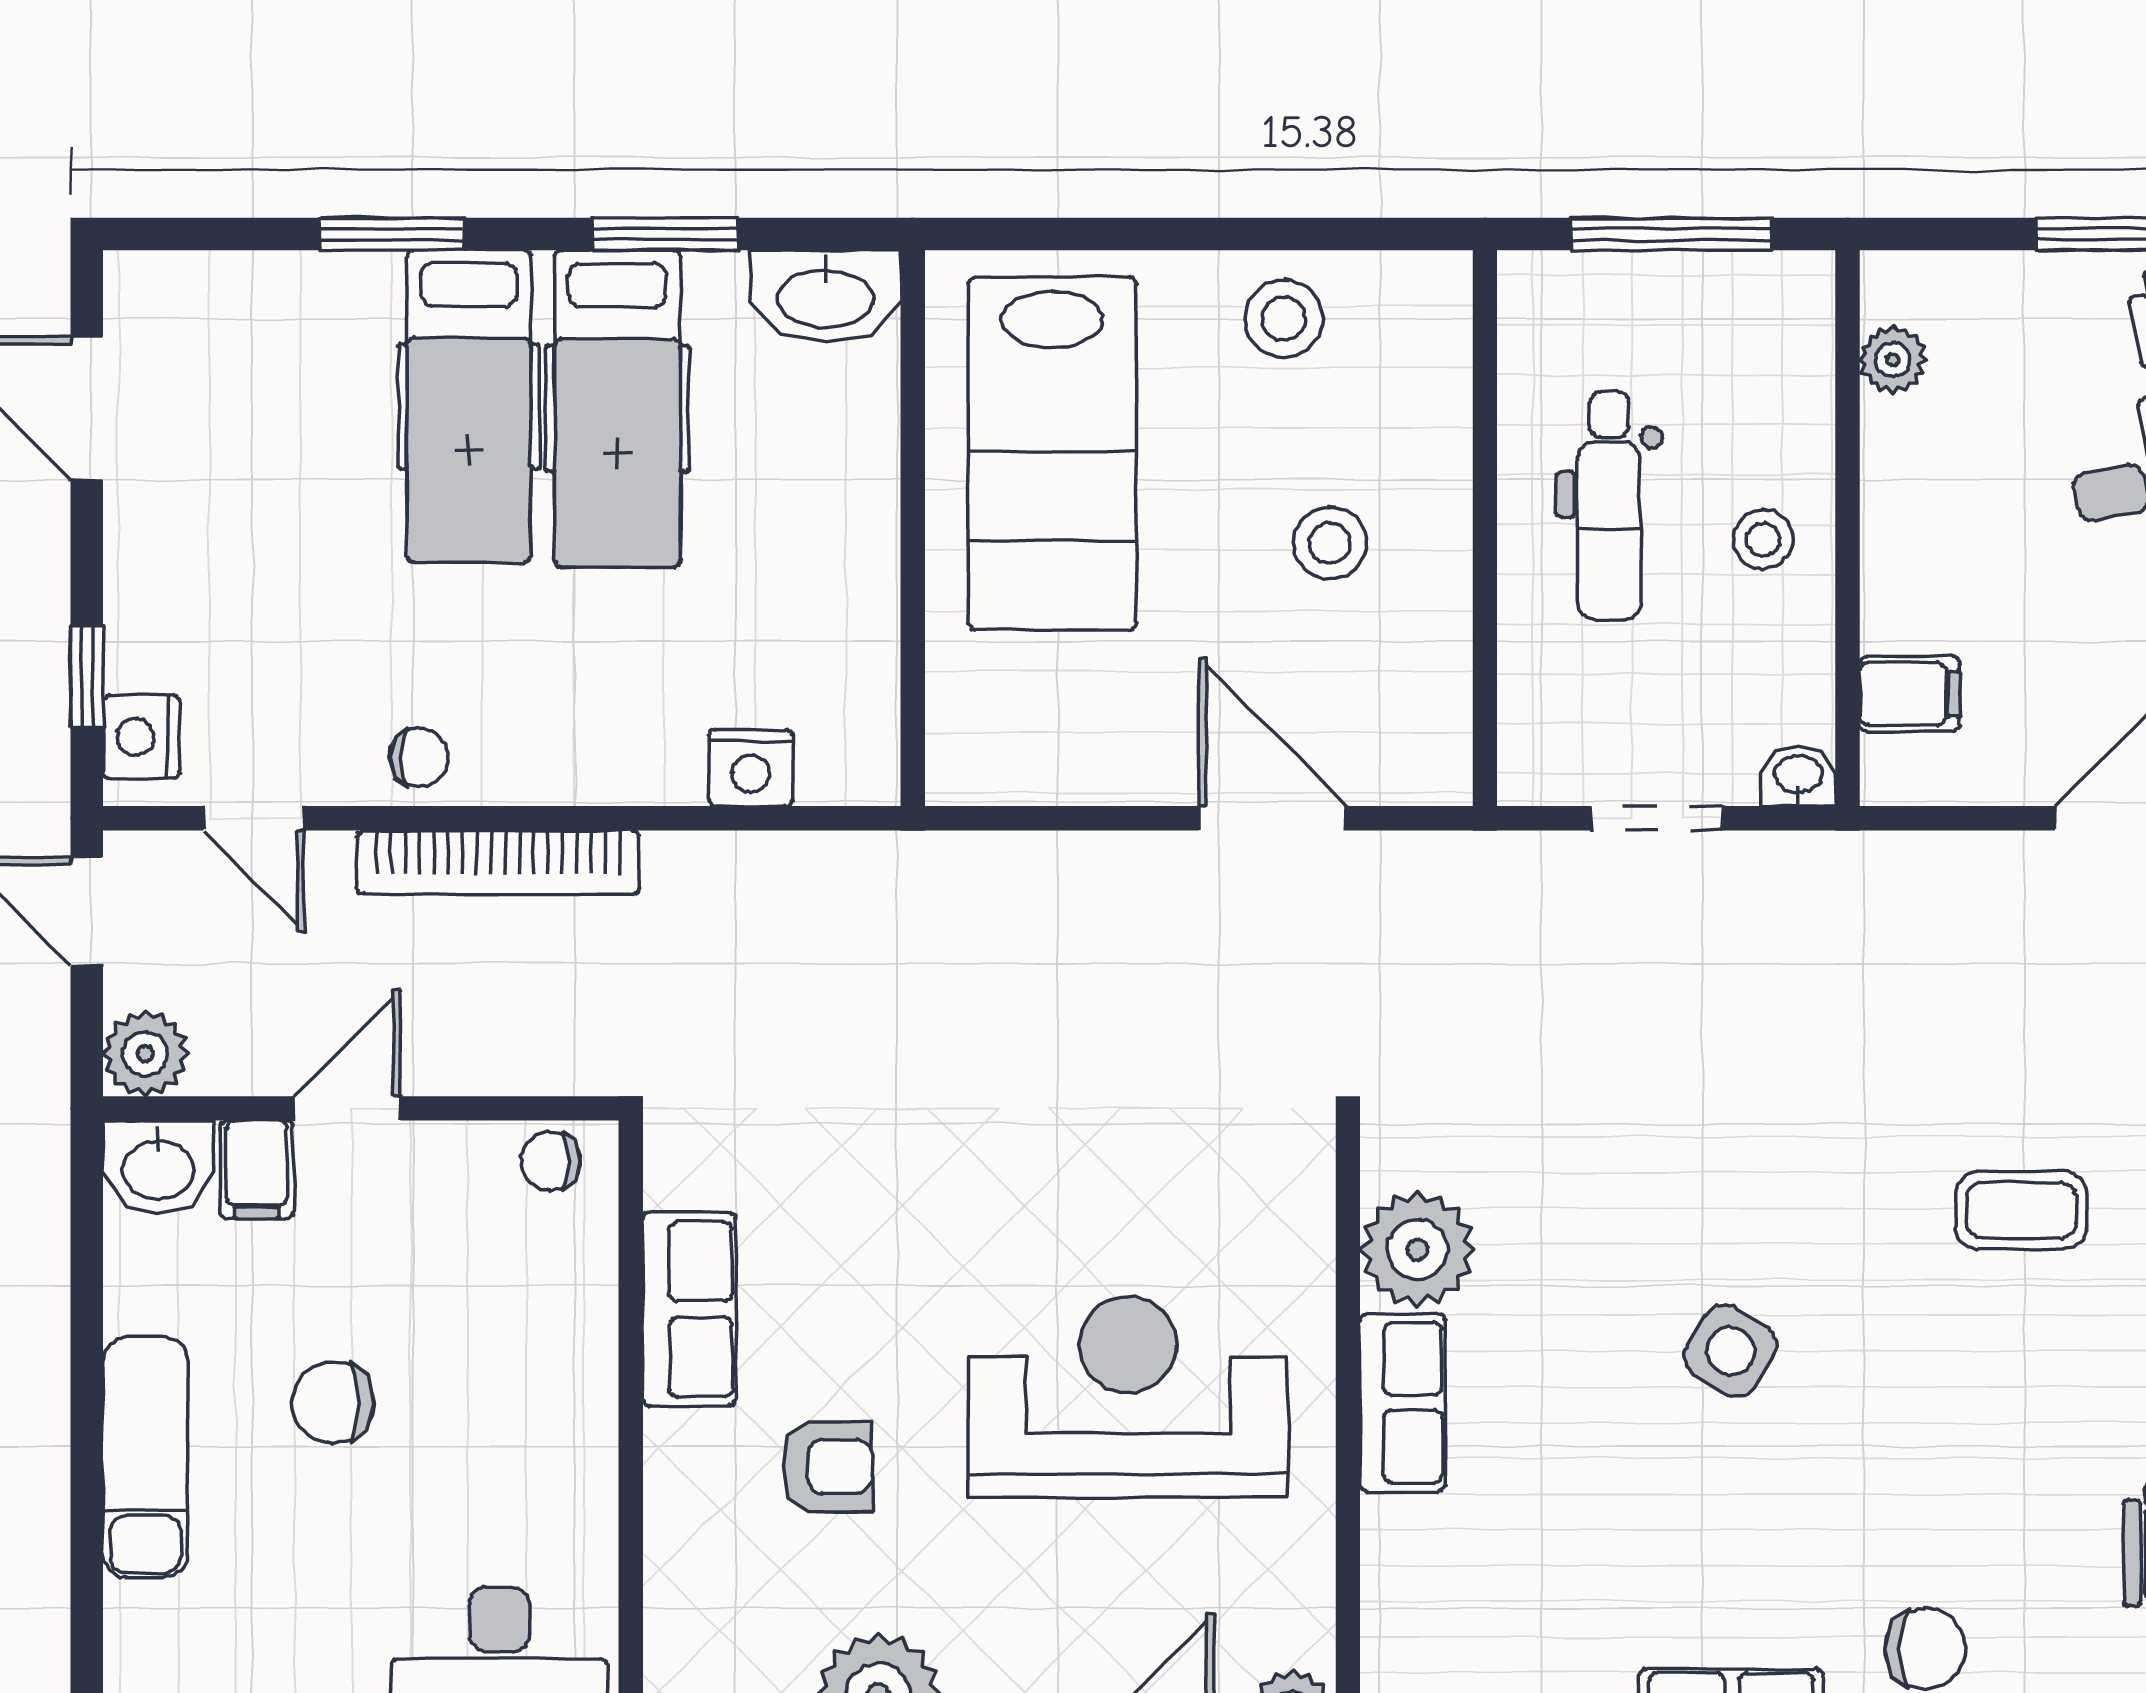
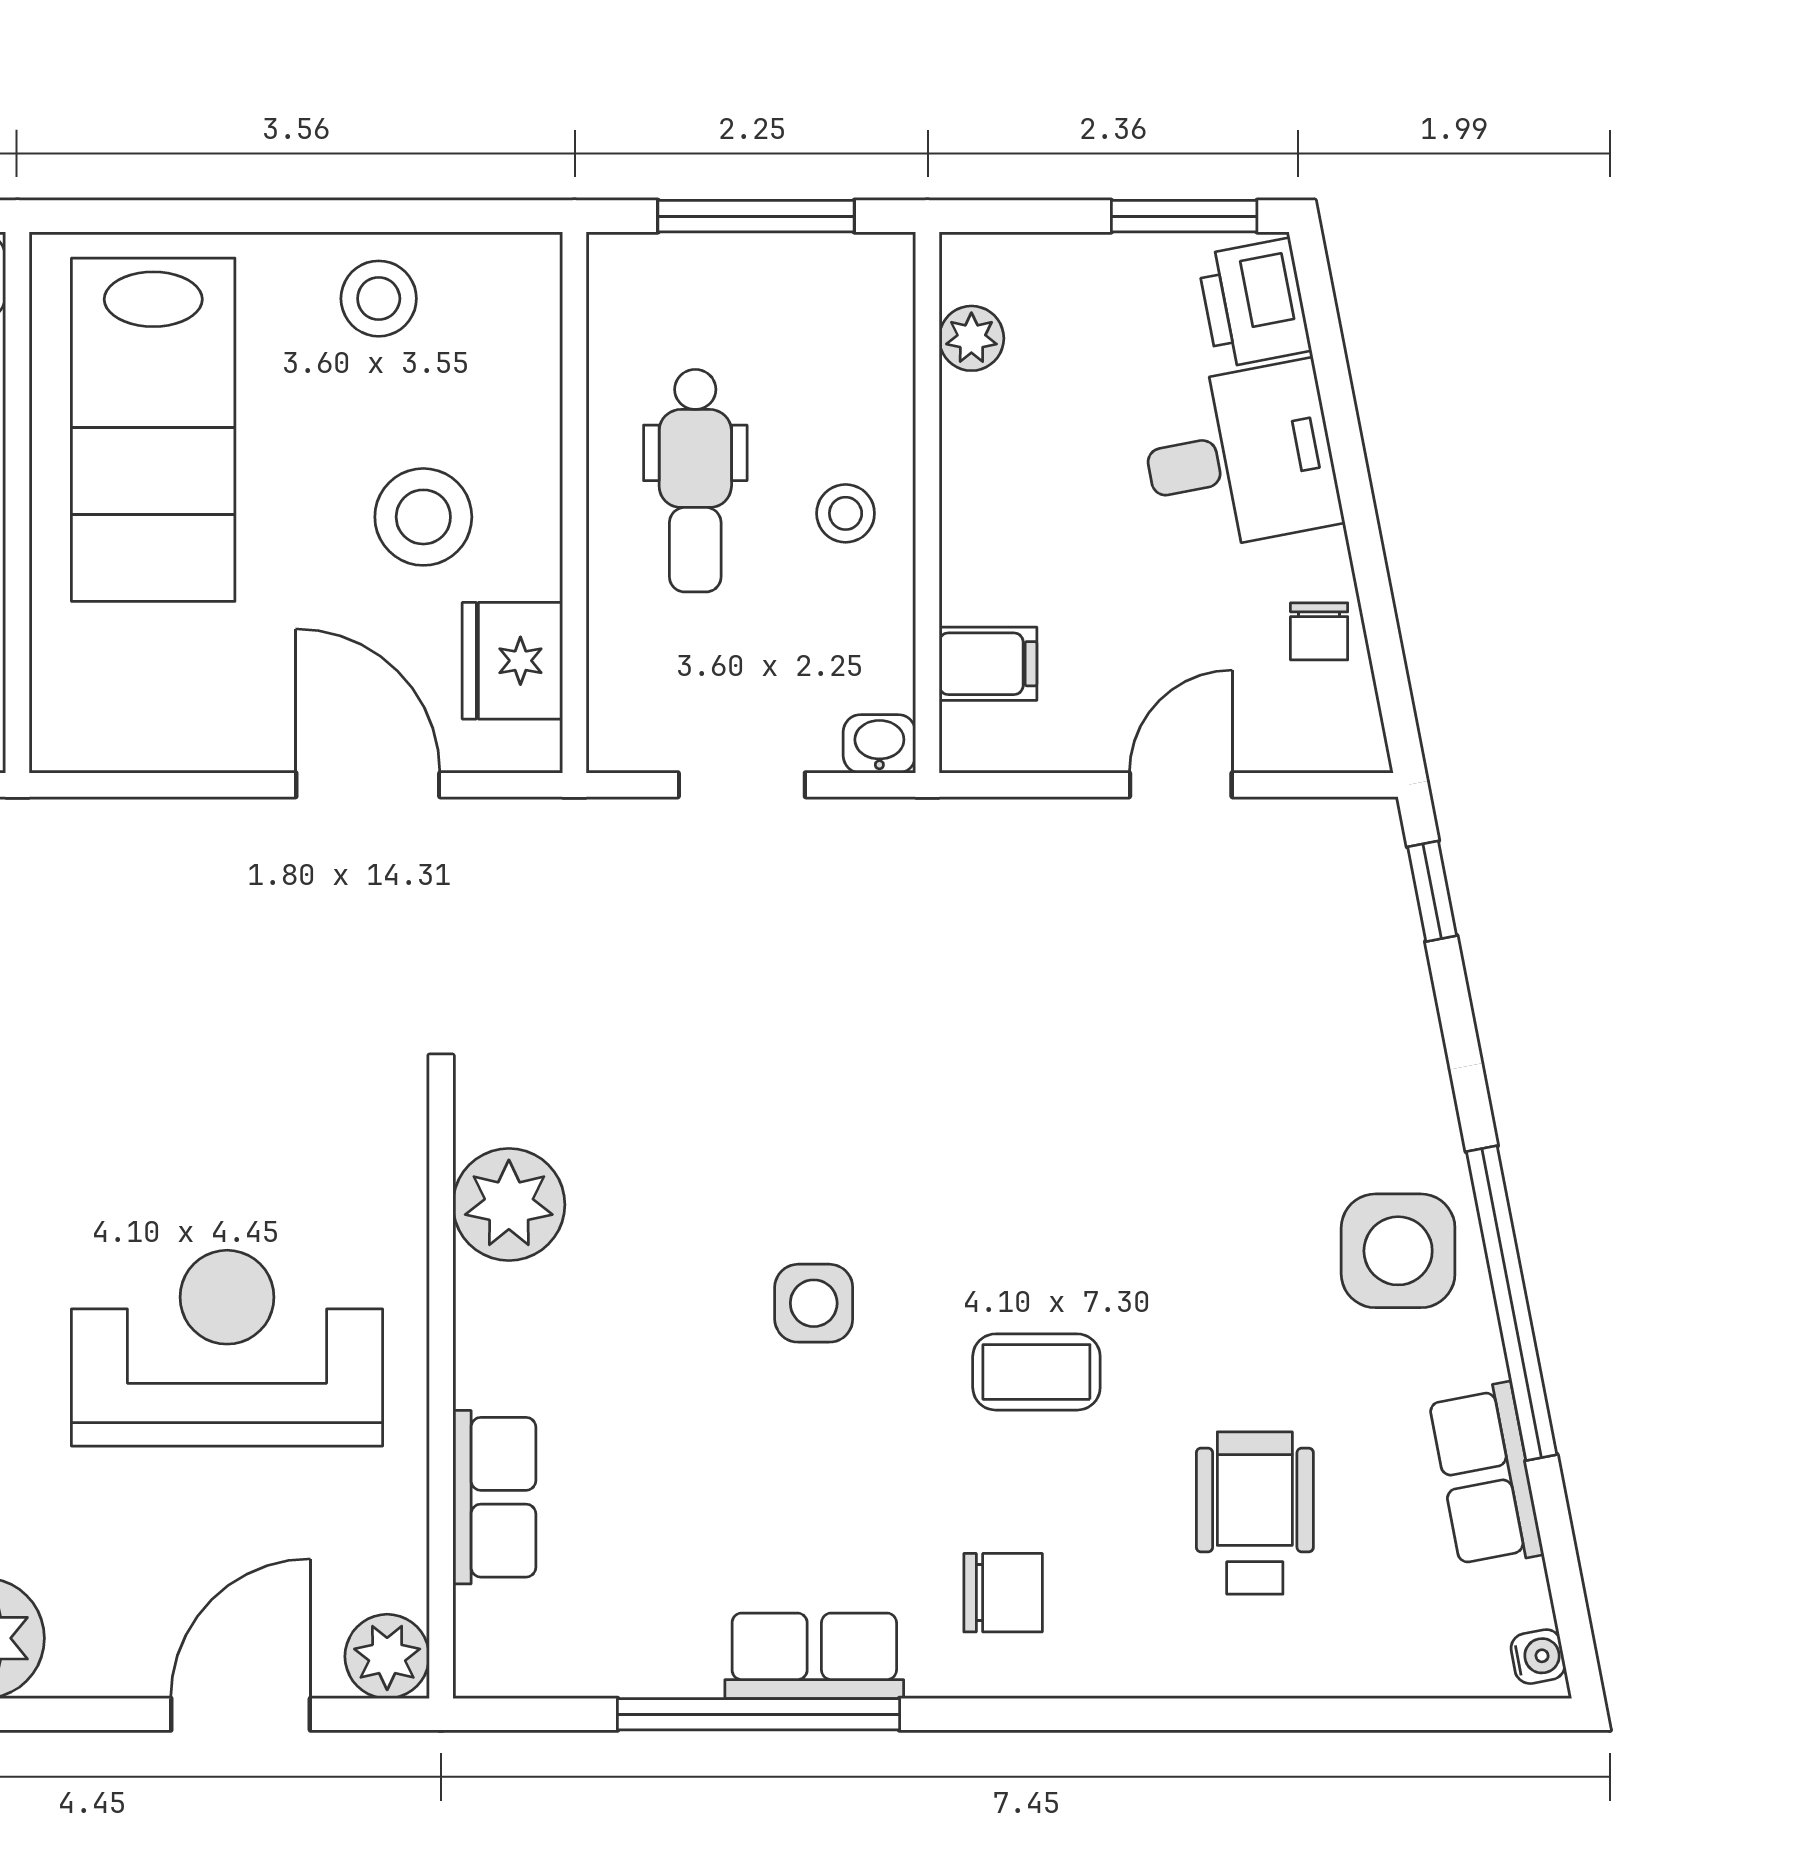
stool: (1330, 543) -> (423, 517), width x1.38, depth x1.38
fridge: (1421, 691) -> (512, 661), added
coffee table: (2021, 1210) -> (1036, 1372), moved
side table: (1731, 1351) -> (814, 1303), turned -31
row of seats: (1403, 1403) -> (494, 1497), moved

